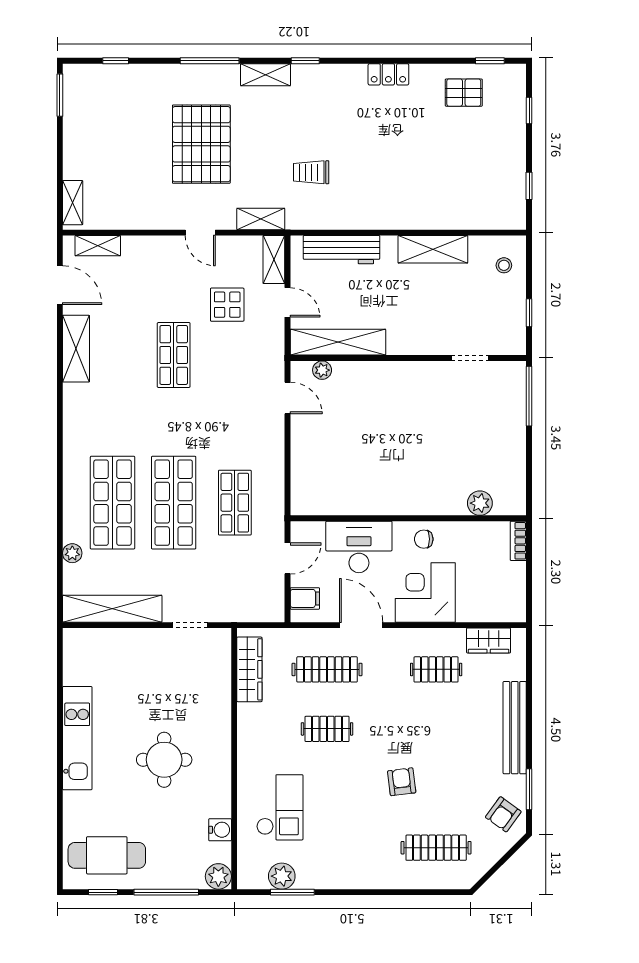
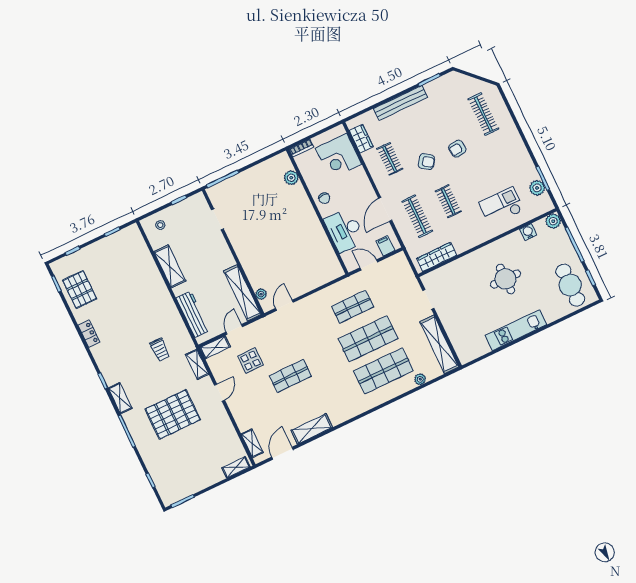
pallet: (464, 93) -> (80, 290), width x1.50, depth x1.42
corner desk: (425, 592) -> (339, 156), moved
armchair: (503, 814) -> (426, 162), moved

